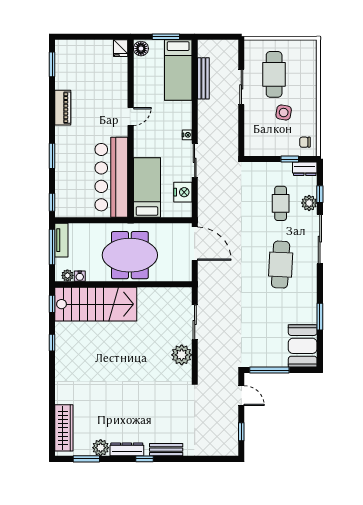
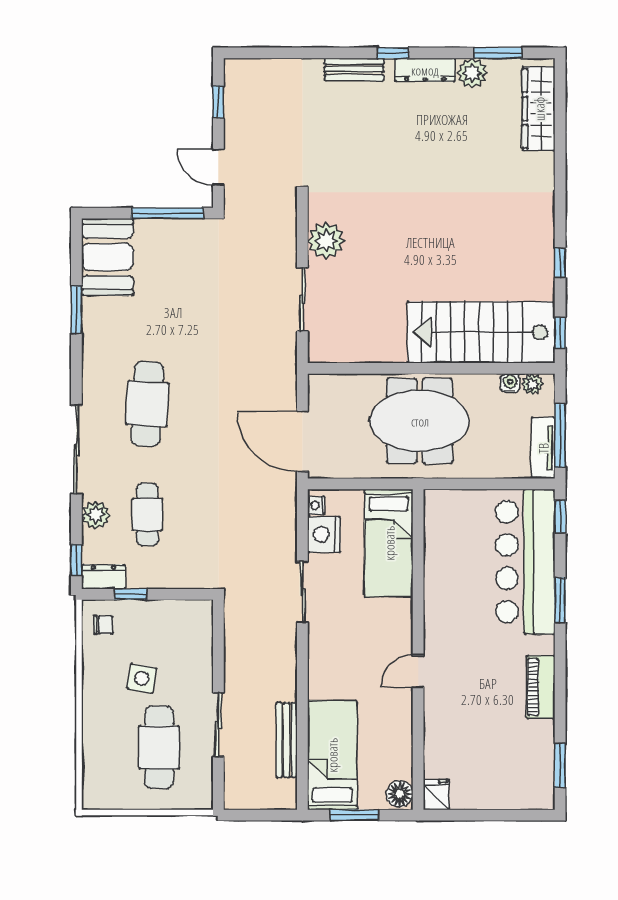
nightstand: (187, 135) -> (316, 505), moved
bar counter: (111, 177) -> (525, 562), moved, turned 180
window: (320, 194) -> (76, 560), moved

